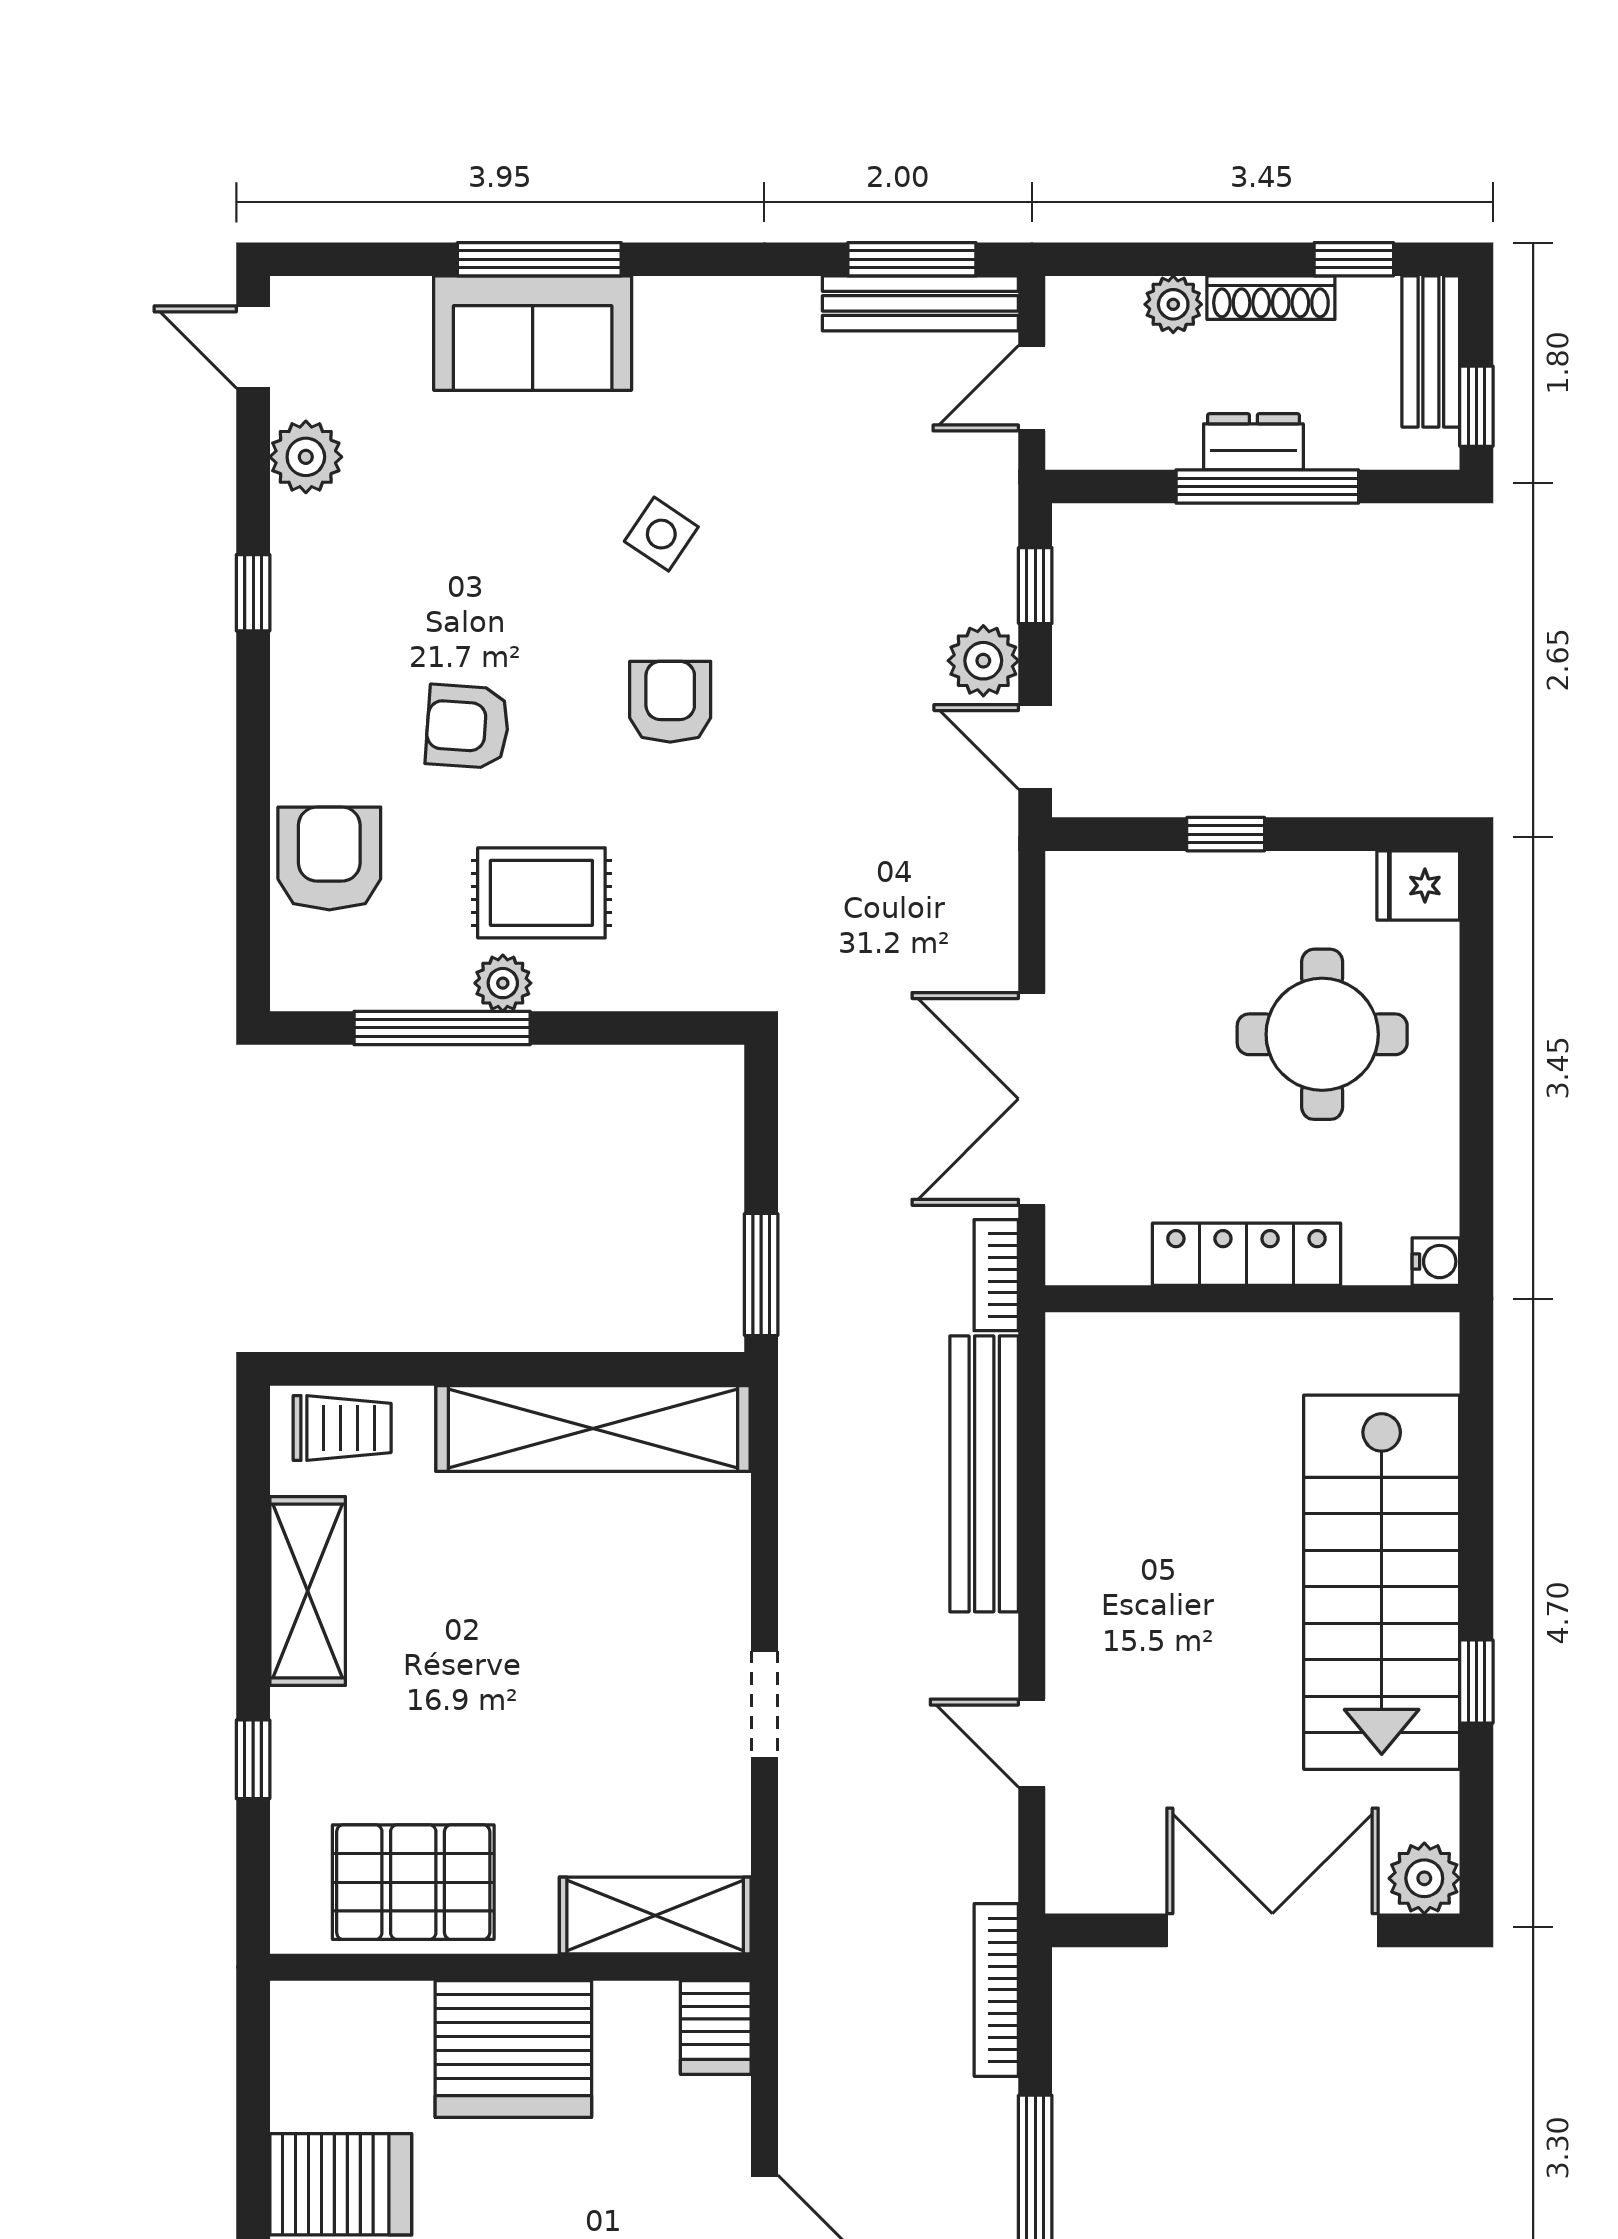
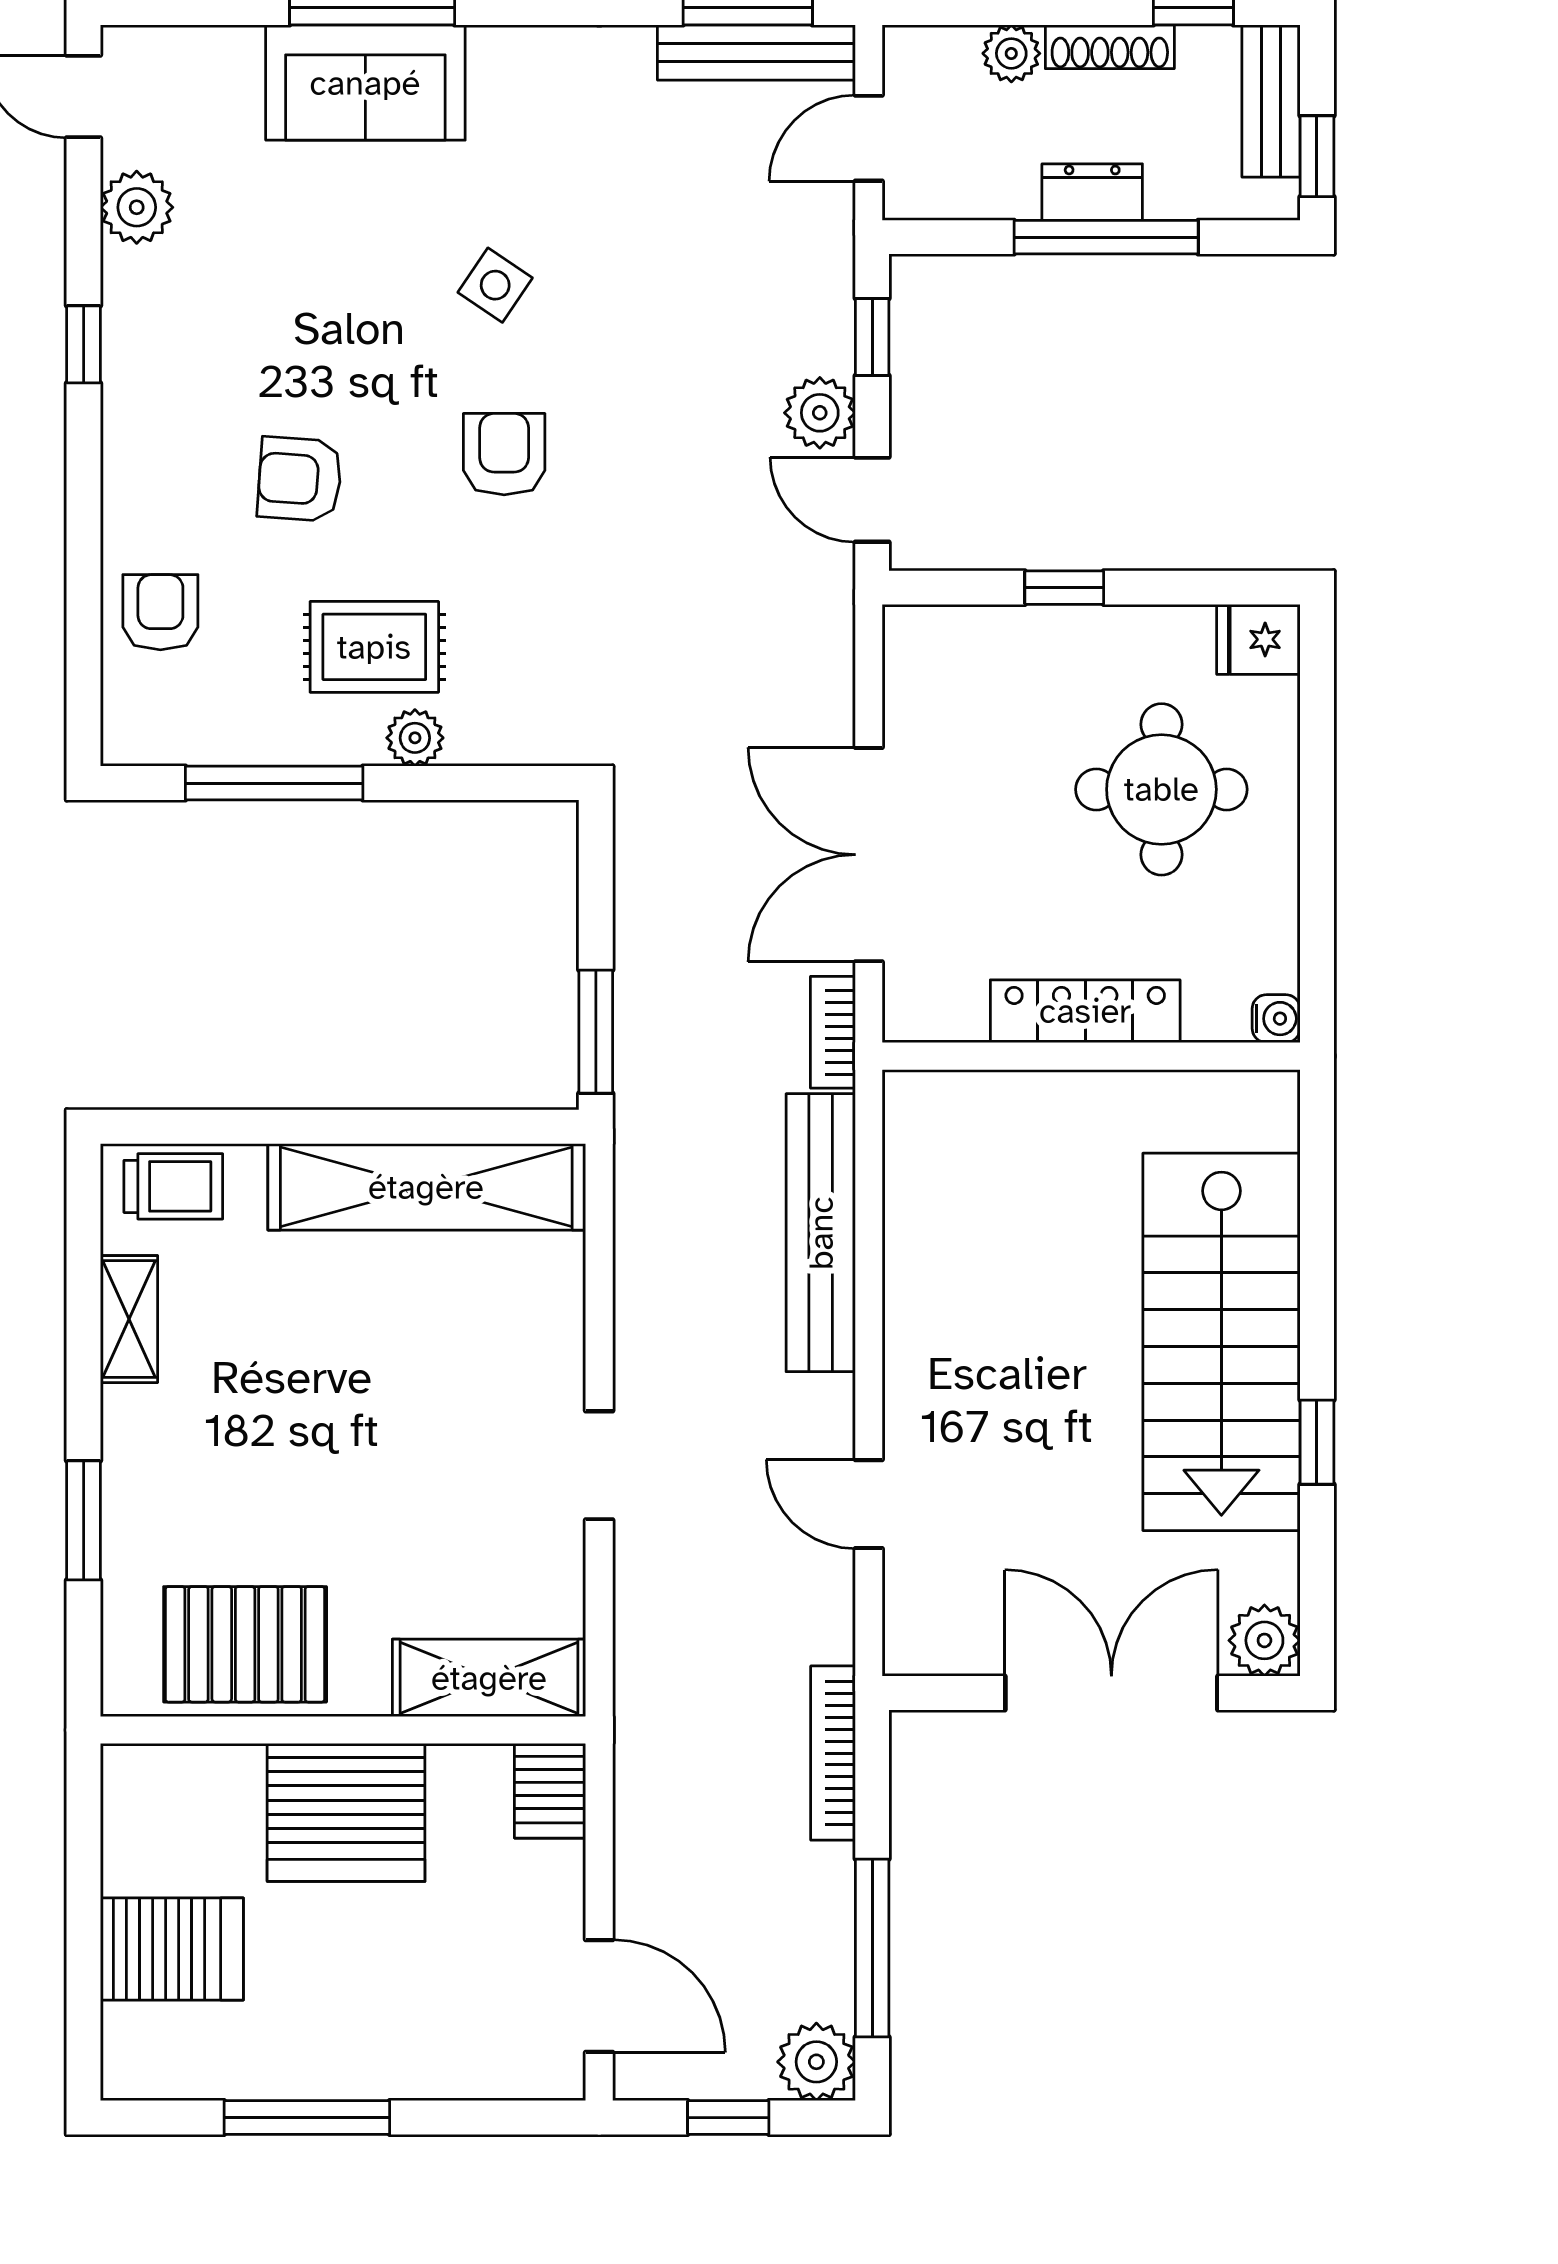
armchair: (329, 858) -> (160, 612), width x0.72, depth x0.72
plant: (503, 983) -> (415, 738), moved
shelving: (308, 1591) -> (129, 1319), width x0.67, depth x0.75
window: (253, 1759) -> (84, 1520), width x1.50

